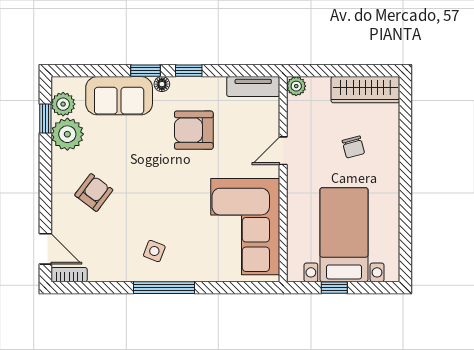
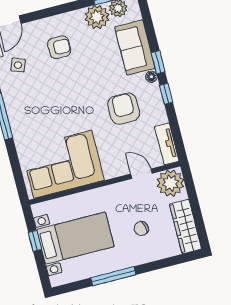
plant: (296, 86) -> (170, 183), width x1.88, depth x1.88
door: (283, 151) -> (141, 174), moved
armchair: (94, 193) -> (59, 47), turned -37
window: (405, 199) -> (113, 276), added
side table: (154, 251) -> (18, 65), moved

